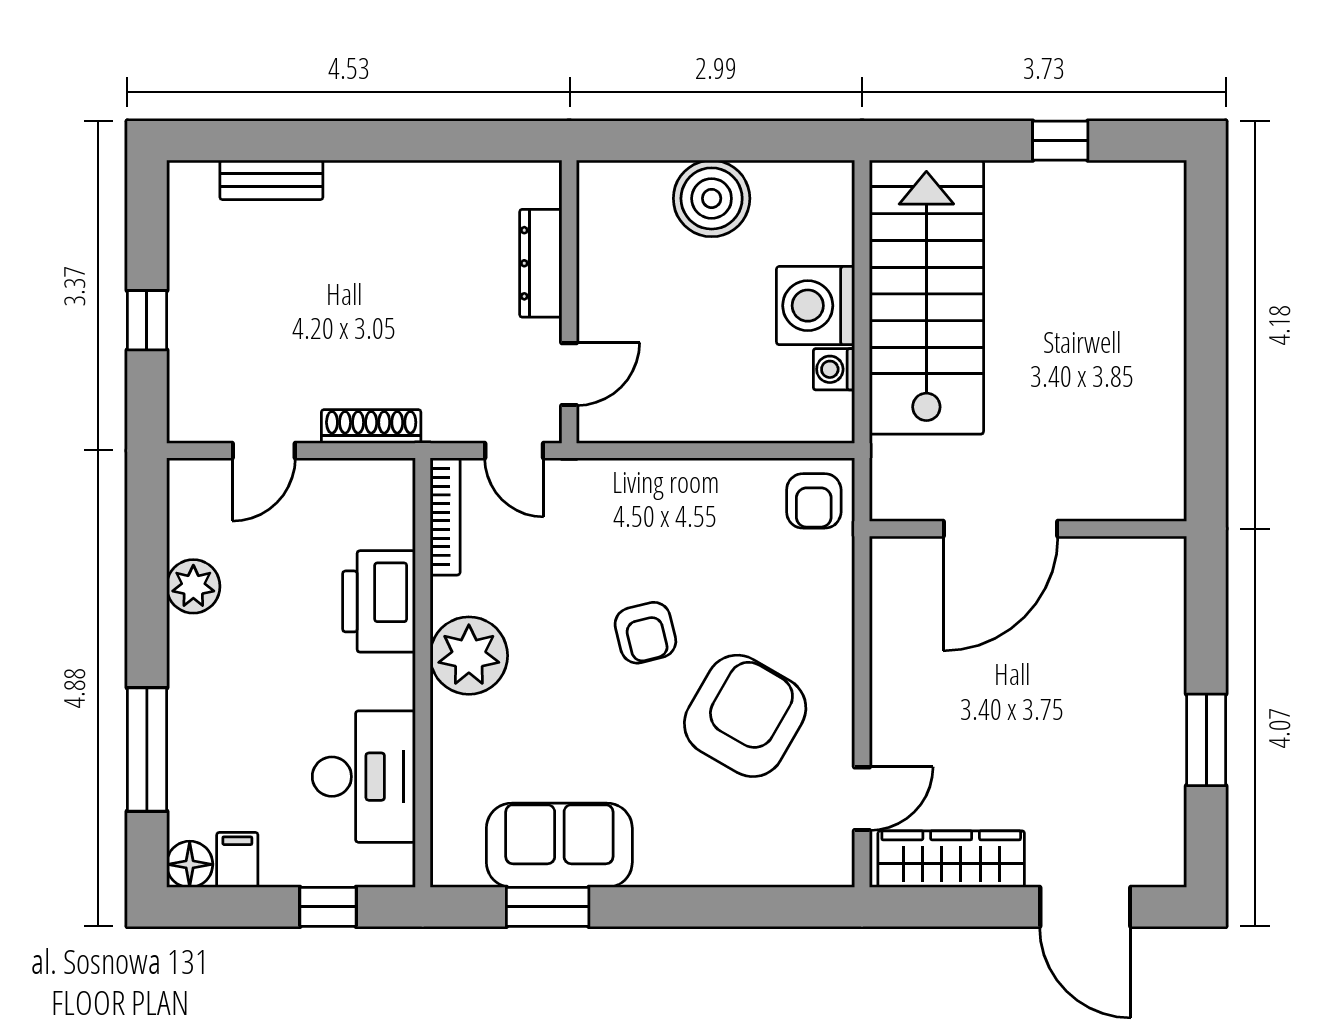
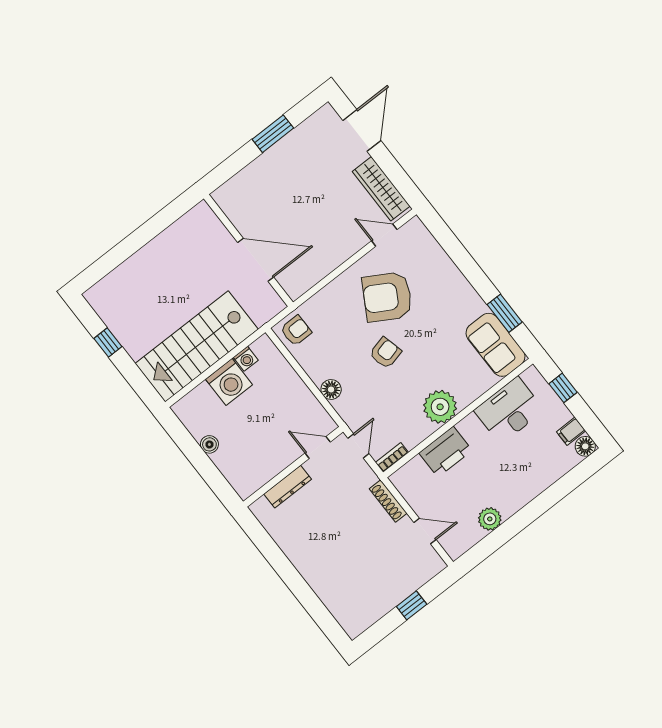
bench: (271, 180) -> (331, 600), removed
boiler: (712, 198) -> (209, 444), width x0.54, depth x0.54
floor lamp: (656, 481) -> (331, 389), added
bookcase: (445, 516) -> (392, 457), width x0.64
window: (147, 750) -> (558, 491), removed
sofa: (559, 845) -> (496, 345), moved

